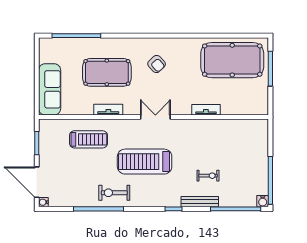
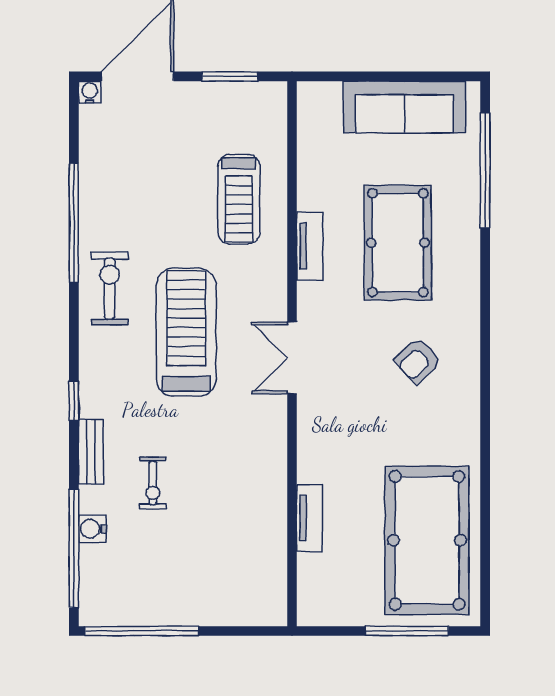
sofa: (50, 89) -> (404, 107), moved
tv unit: (206, 110) -> (309, 518), moved
double door: (155, 117) -> (292, 358), swing flipped
exercise bike: (114, 193) -> (110, 289), moved
water cooler: (263, 201) -> (92, 529), moved
bench: (200, 202) -> (91, 451), width x0.73

